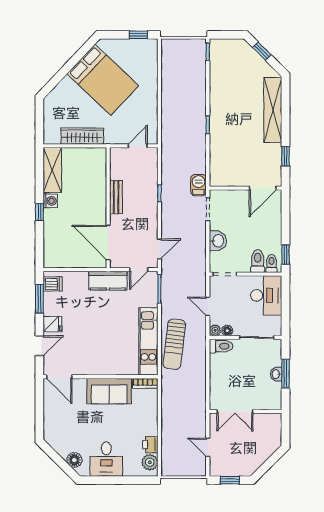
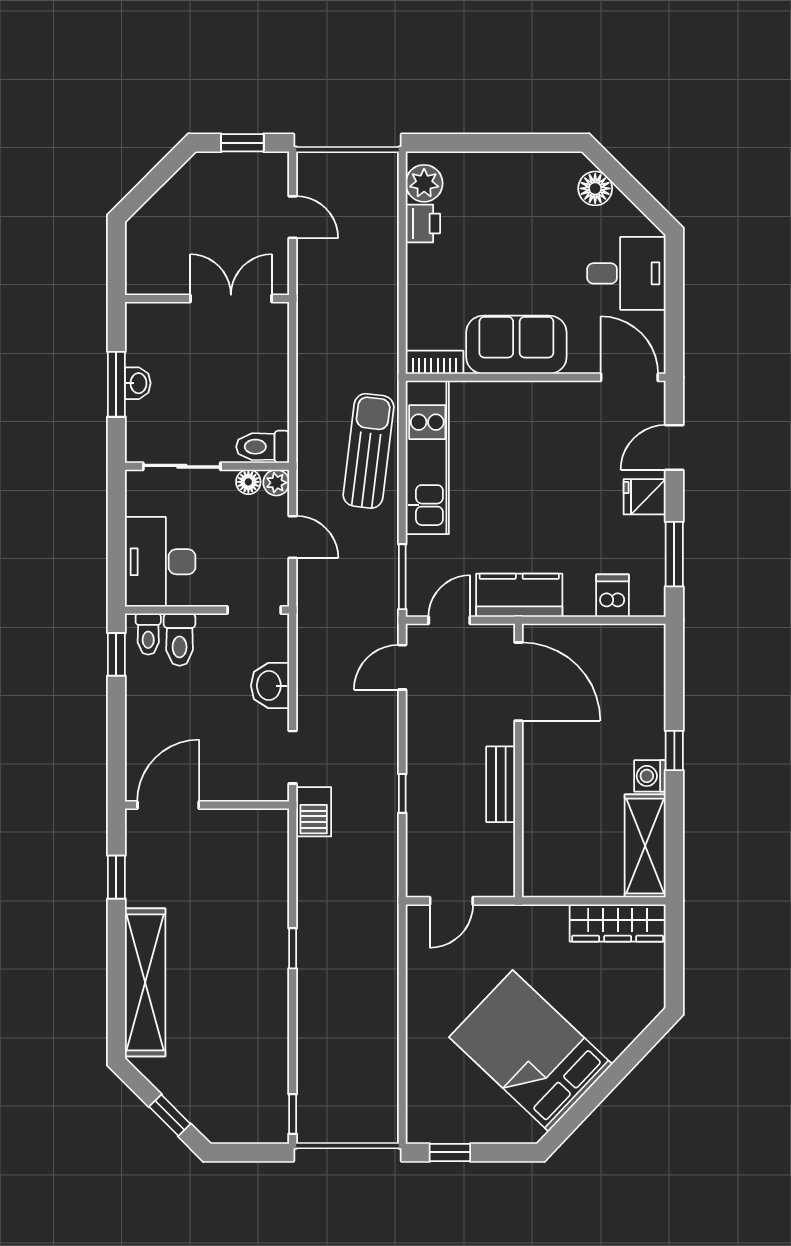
wardrobe: (82, 136) -> (618, 923), moved
dishwasher: (53, 284) -> (612, 596), moved, turned 90
desk: (106, 459) -> (626, 273), moved, turned 90

